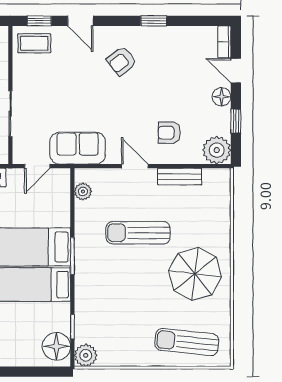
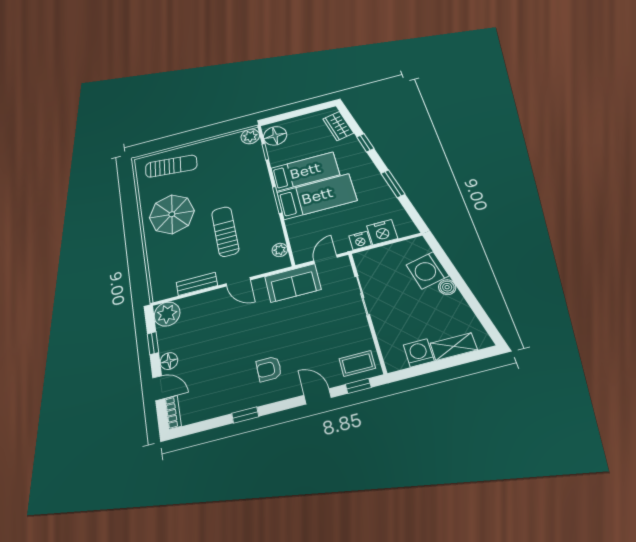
armchair: (122, 61) -> (269, 369), turned -142
armchair: (169, 133) -> (212, 317), removed
sun lounger: (138, 233) -> (225, 231), turned -90

